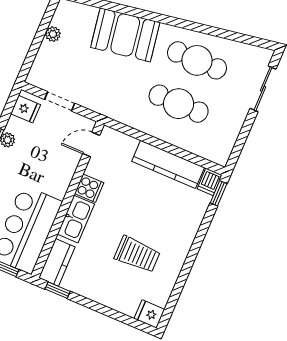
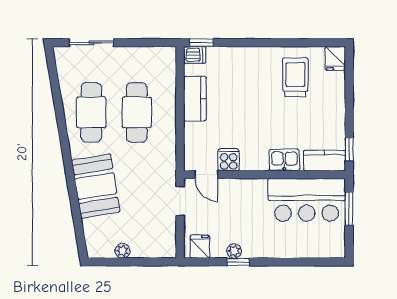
doorway: (60, 101) -> (180, 201), moved
kitchen counter: (168, 164) -> (195, 99), width x0.67
cooker: (89, 188) -> (229, 160), moved
kitchen sink: (76, 219) -> (284, 160), width x0.73
trolley: (137, 254) -> (295, 77), moved

